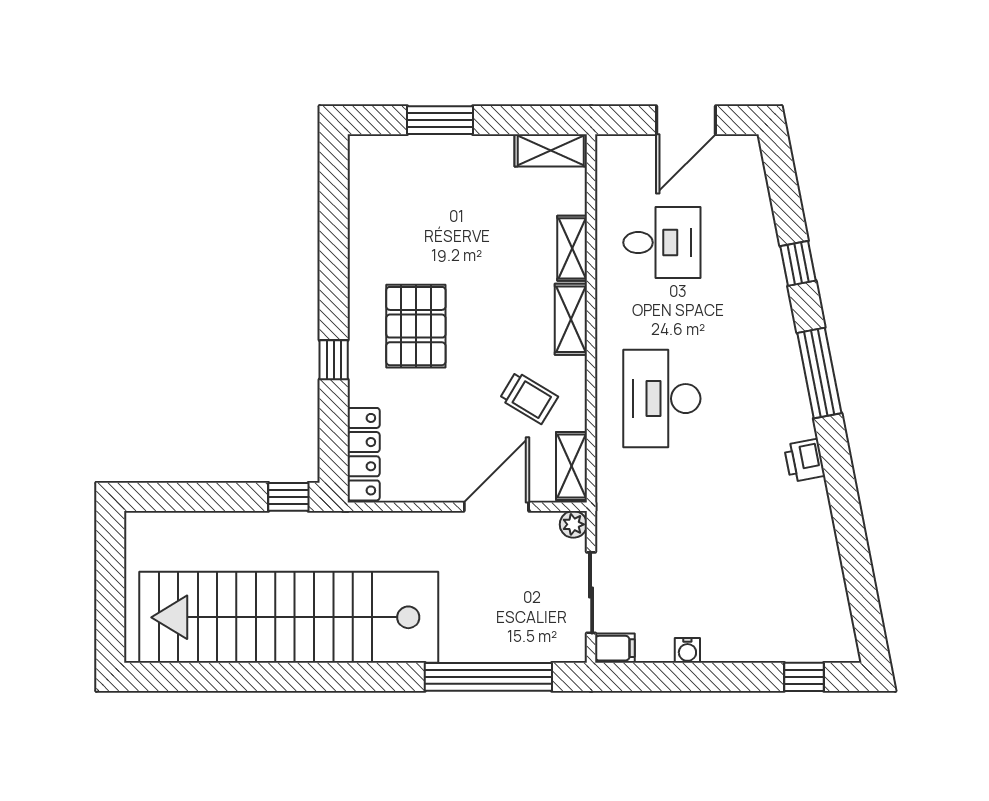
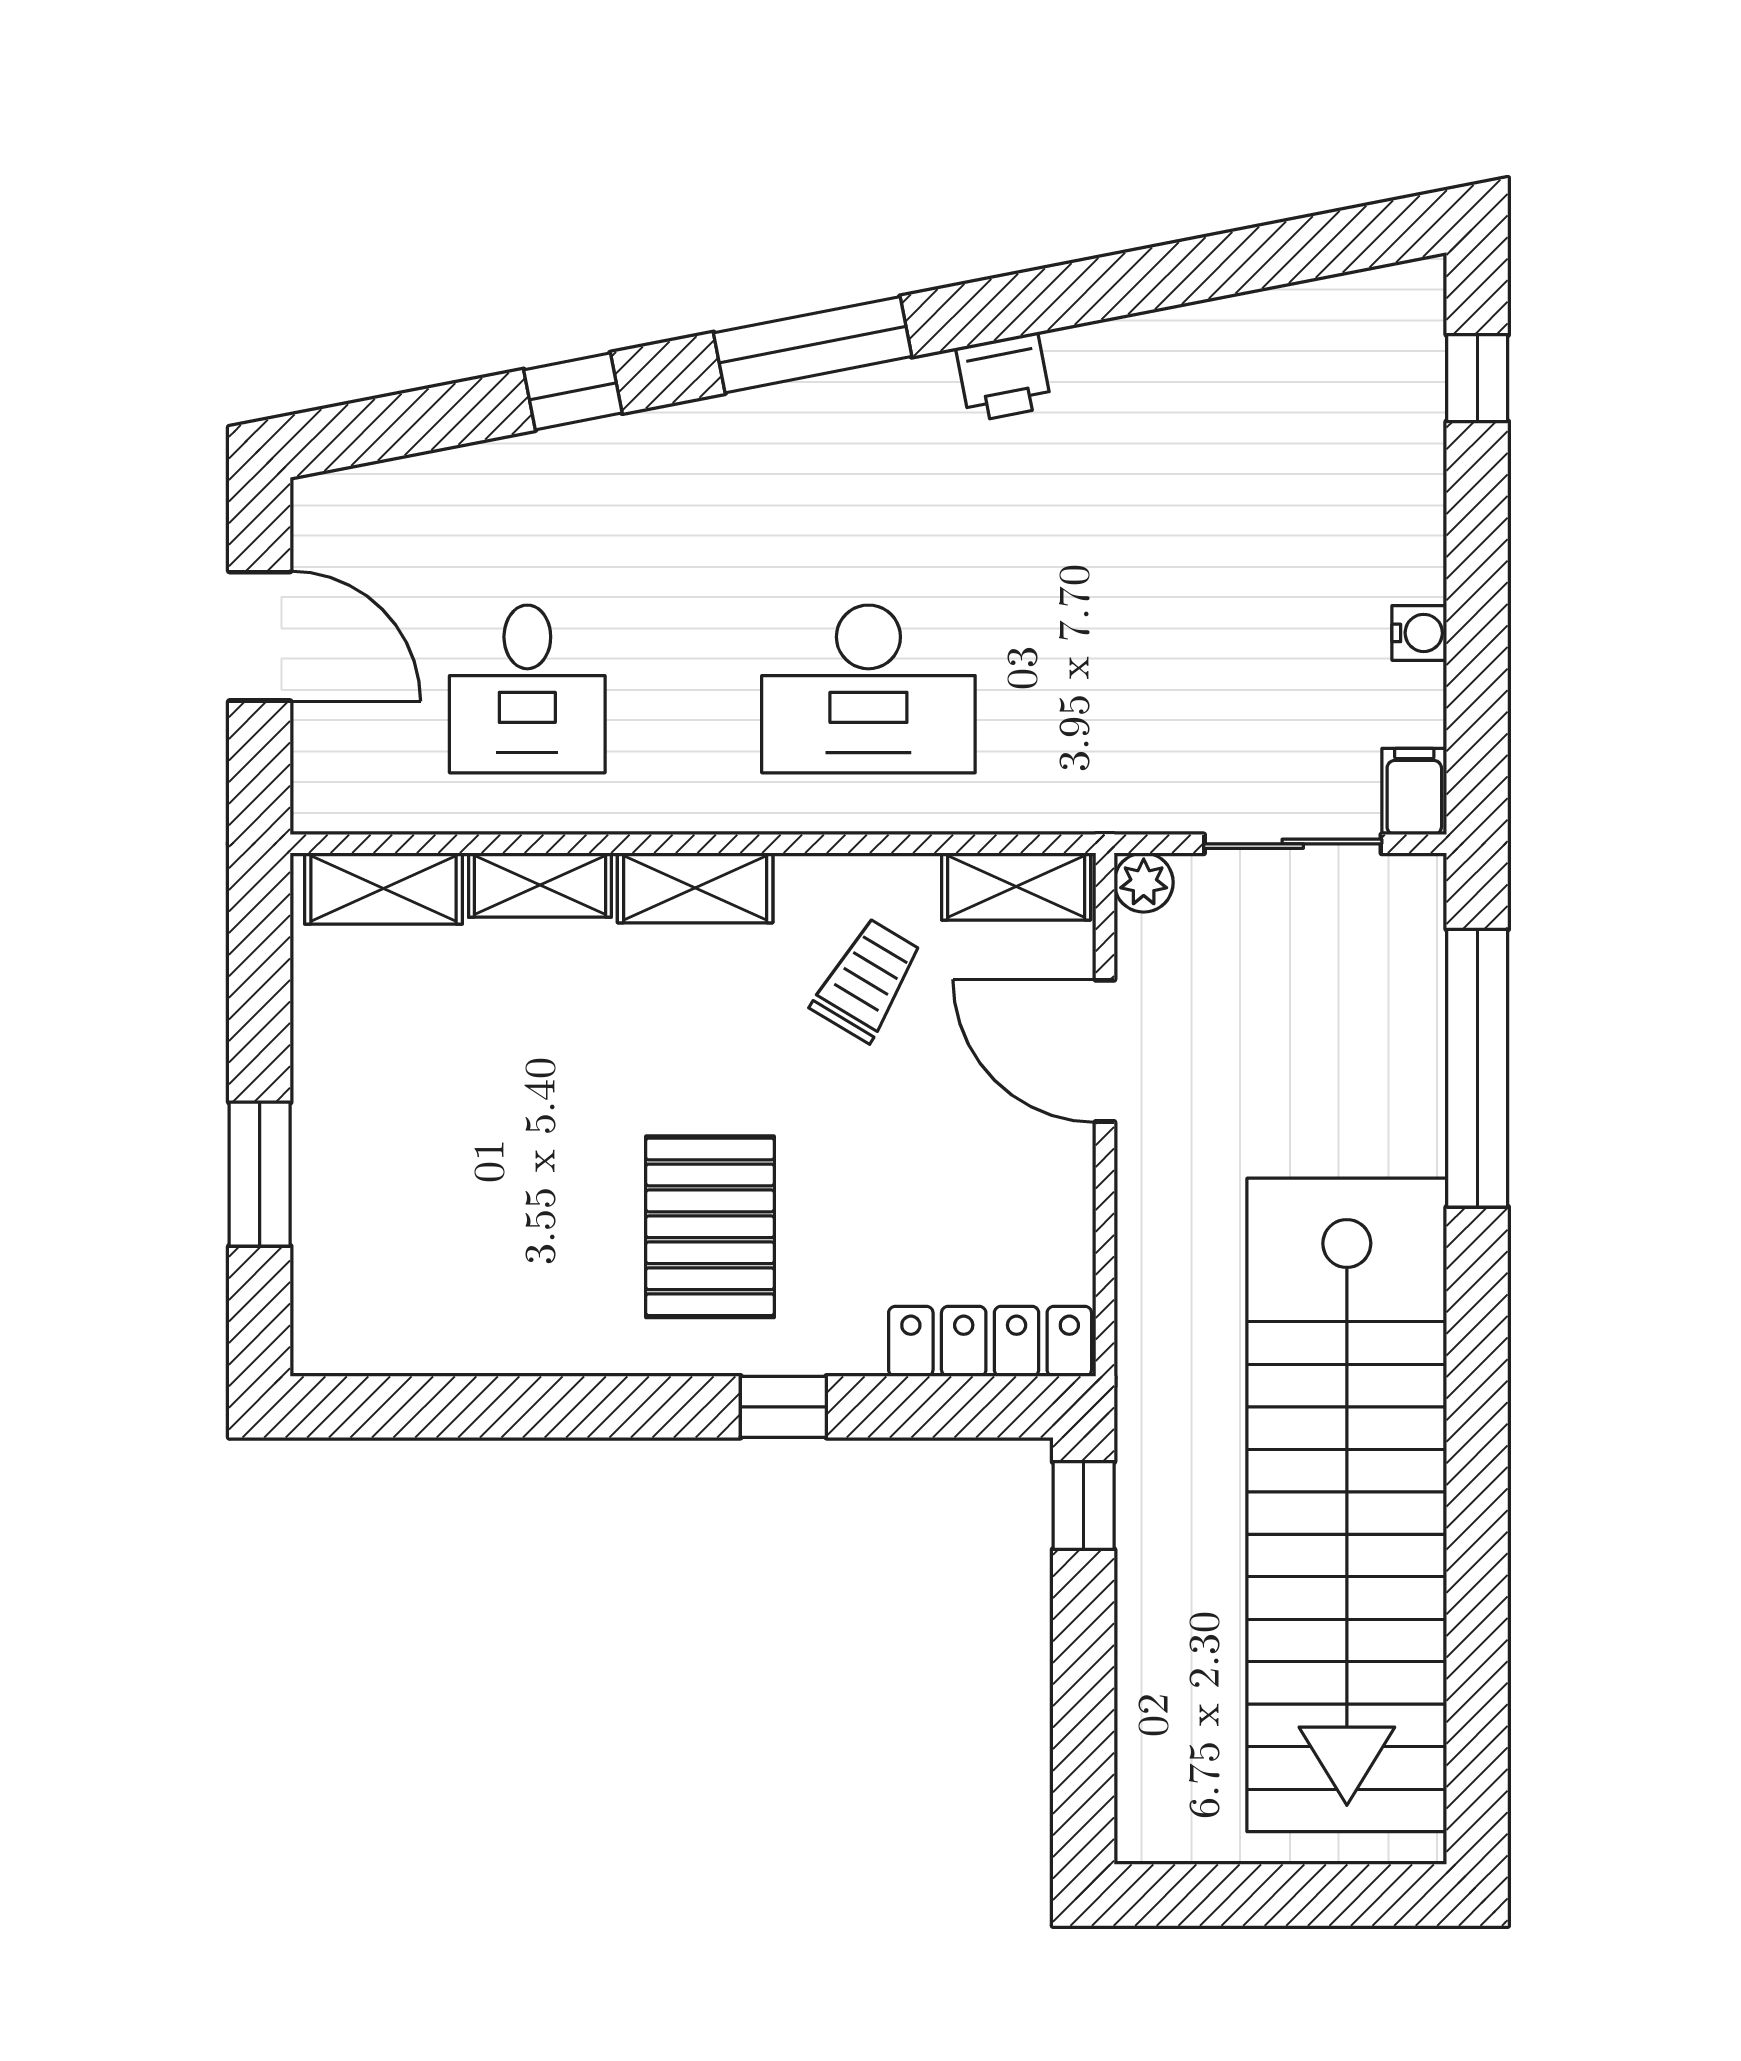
shelving: (551, 150) -> (383, 888), moved, turned 90
desk: (662, 243) -> (527, 689), turned 180
pallet: (416, 326) -> (710, 1227), turned 90

